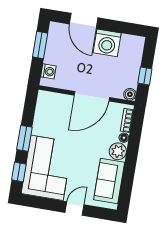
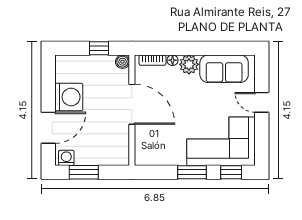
washing machine: (48, 71) -> (66, 158), moved

